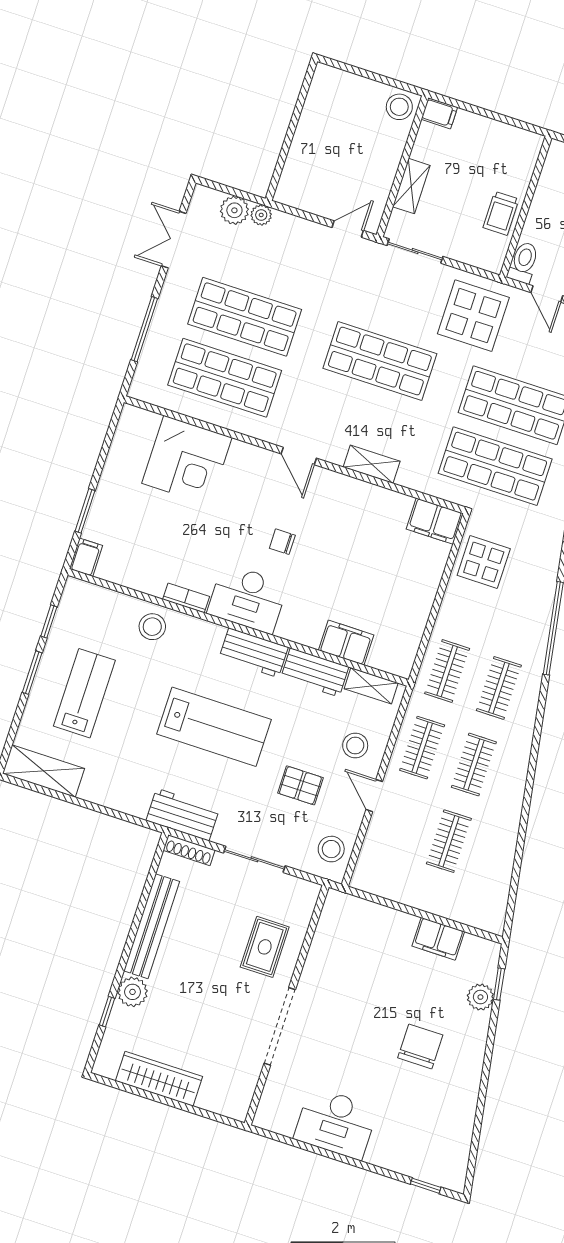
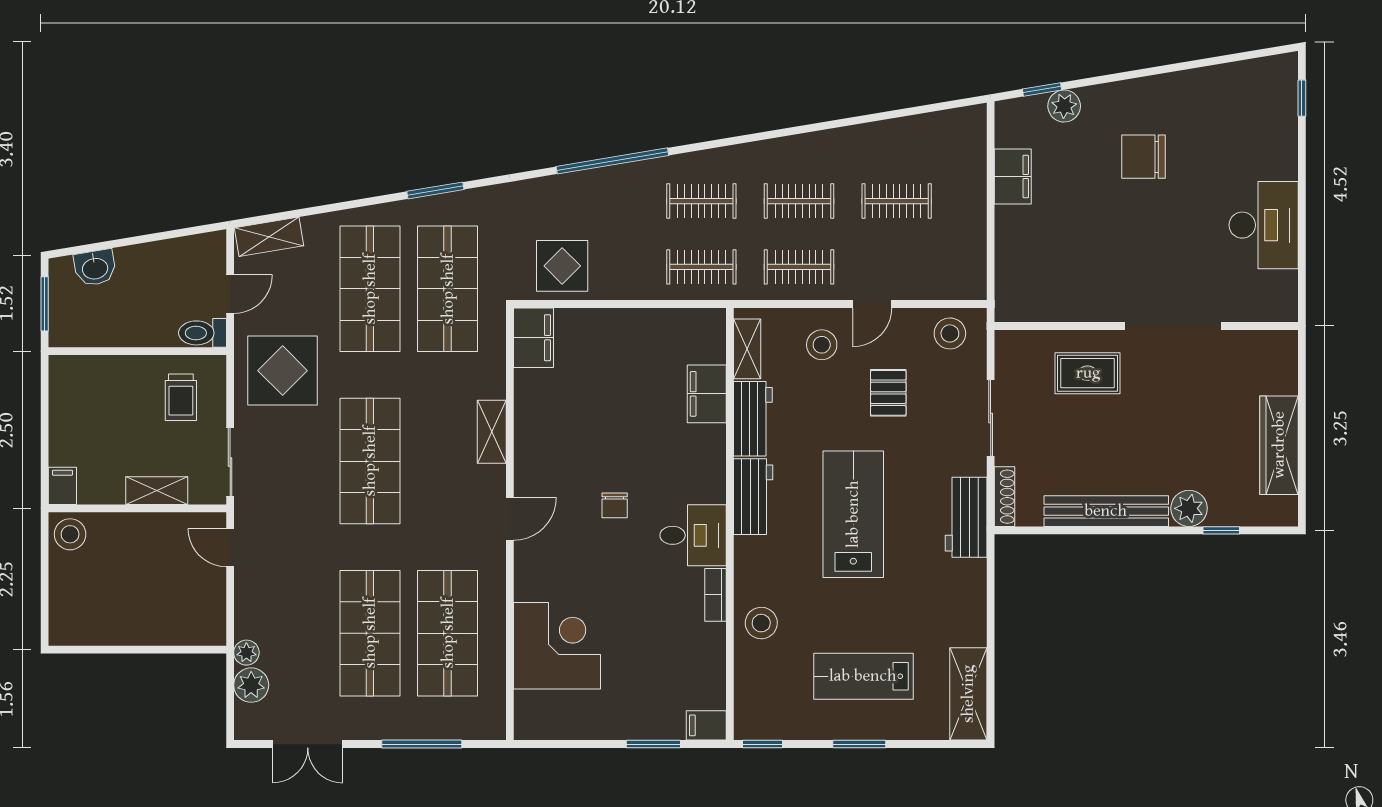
trolley: (501, 213) -> (181, 397), moved, turned 90
desk: (248, 599) -> (693, 535), width x0.73
window: (49, 622) -> (762, 744), moved

